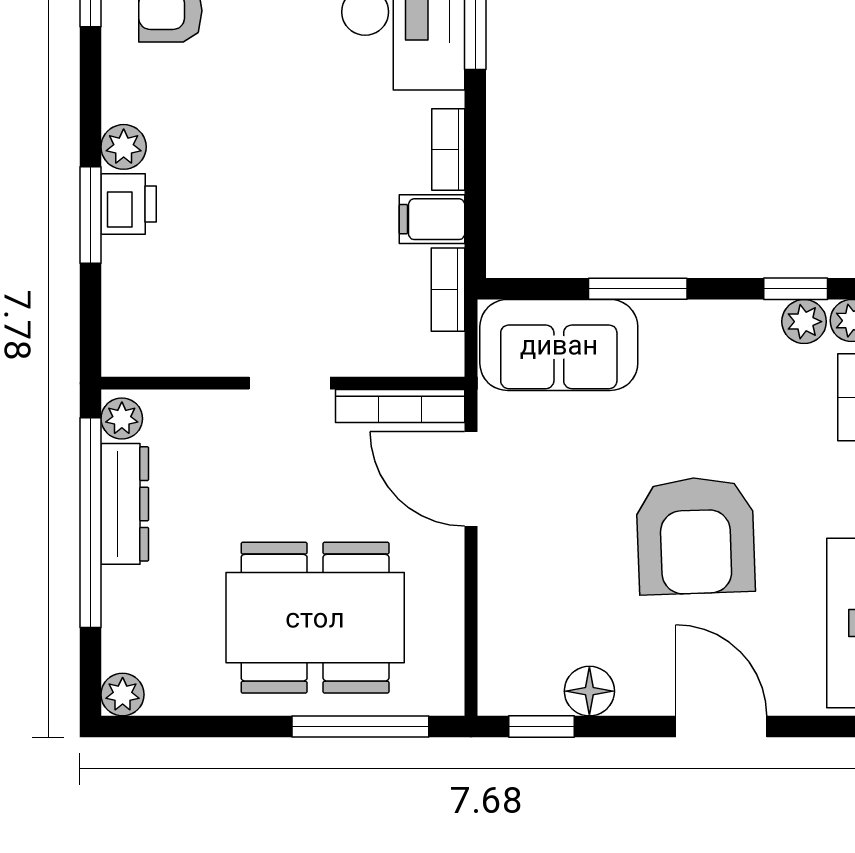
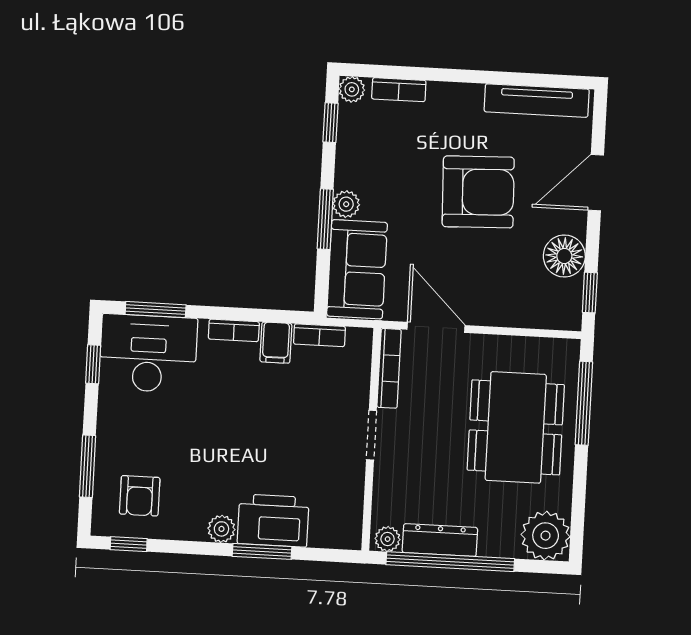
printer: (129, 204) -> (273, 520), width x1.87, depth x1.48
plant: (804, 322) -> (346, 204), moved
door: (471, 479) -> (436, 327), swing flipped
floor lamp: (589, 691) -> (564, 256), width x1.38, depth x1.38
plant: (123, 695) -> (546, 536), width x1.87, depth x1.87

